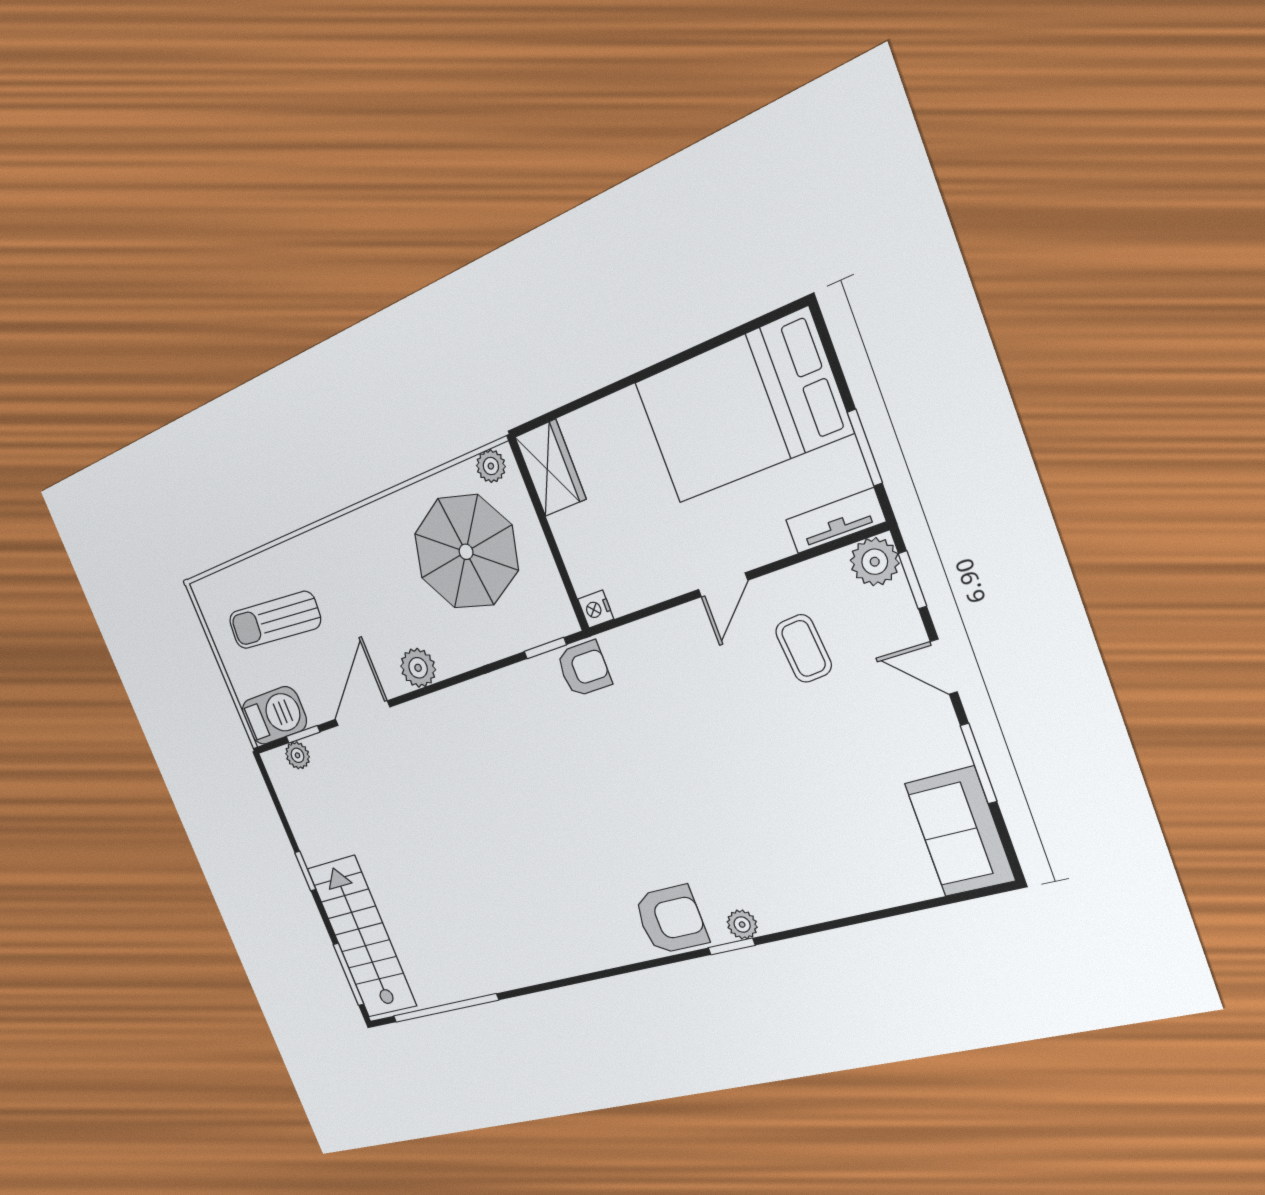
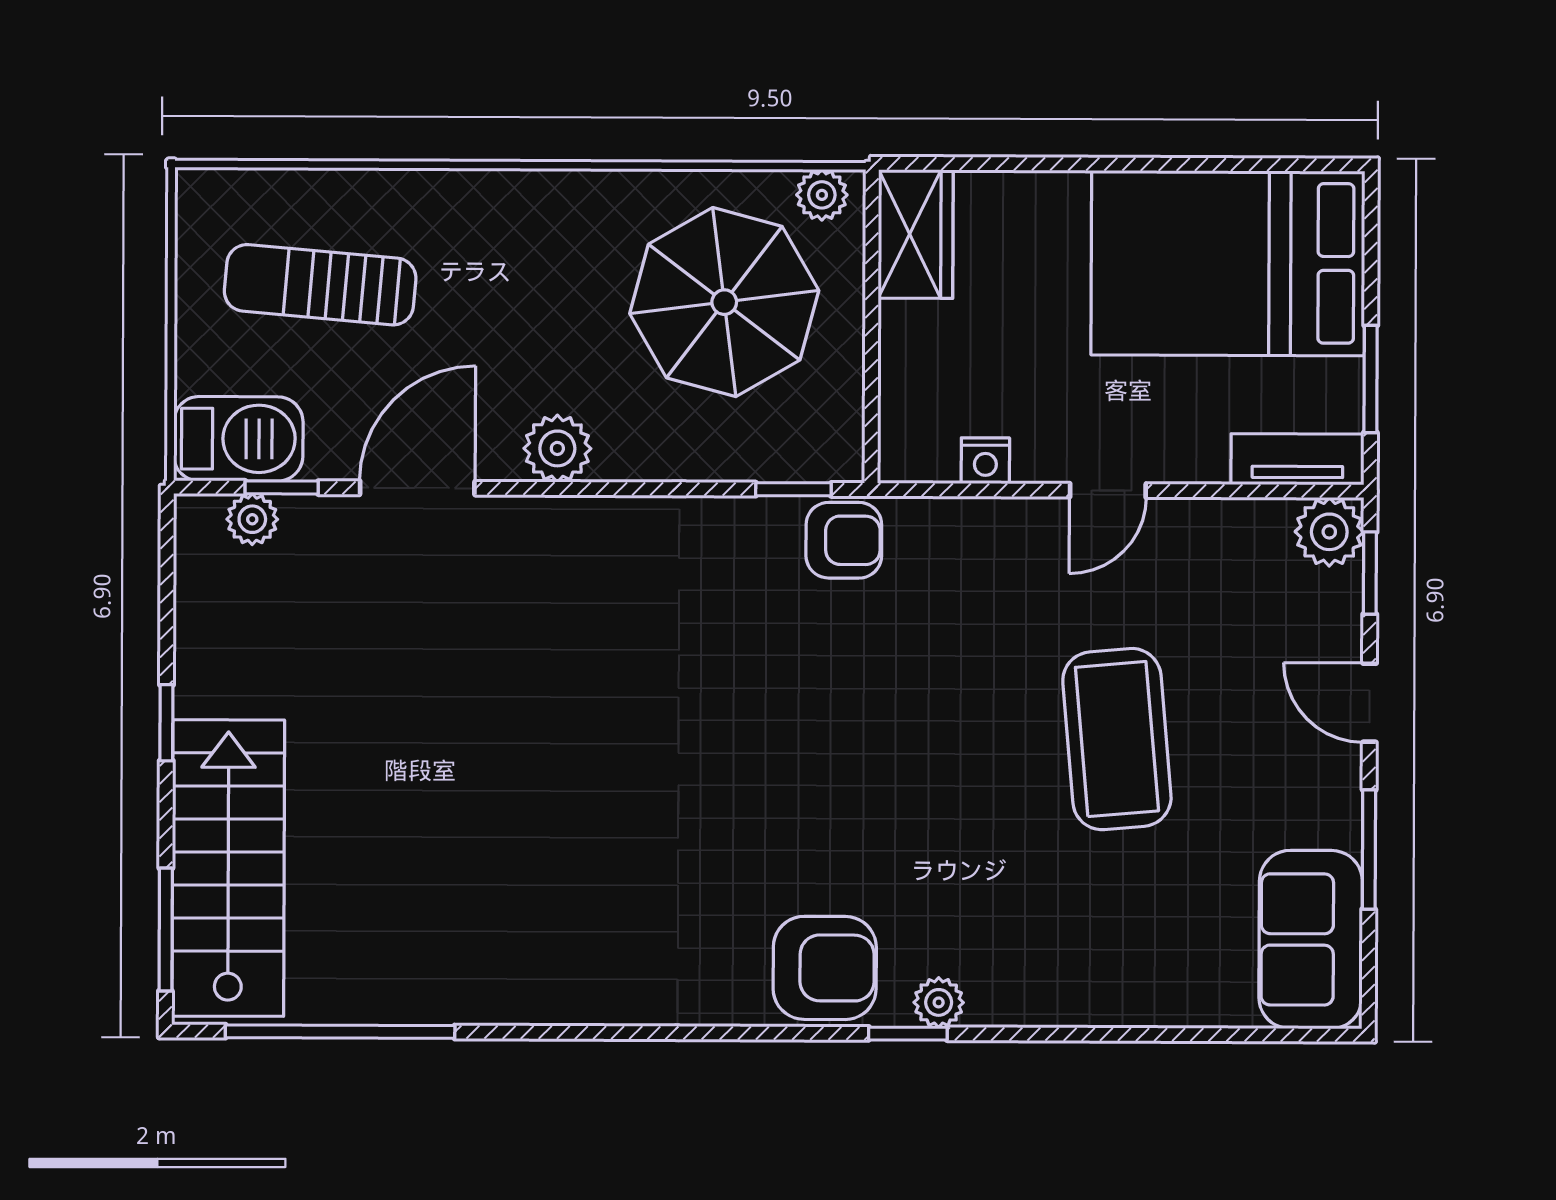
nightstand: (596, 609) -> (985, 461), moved, turned -90
coffee table: (804, 648) -> (1117, 739), moved, width x1.86, depth x1.72

